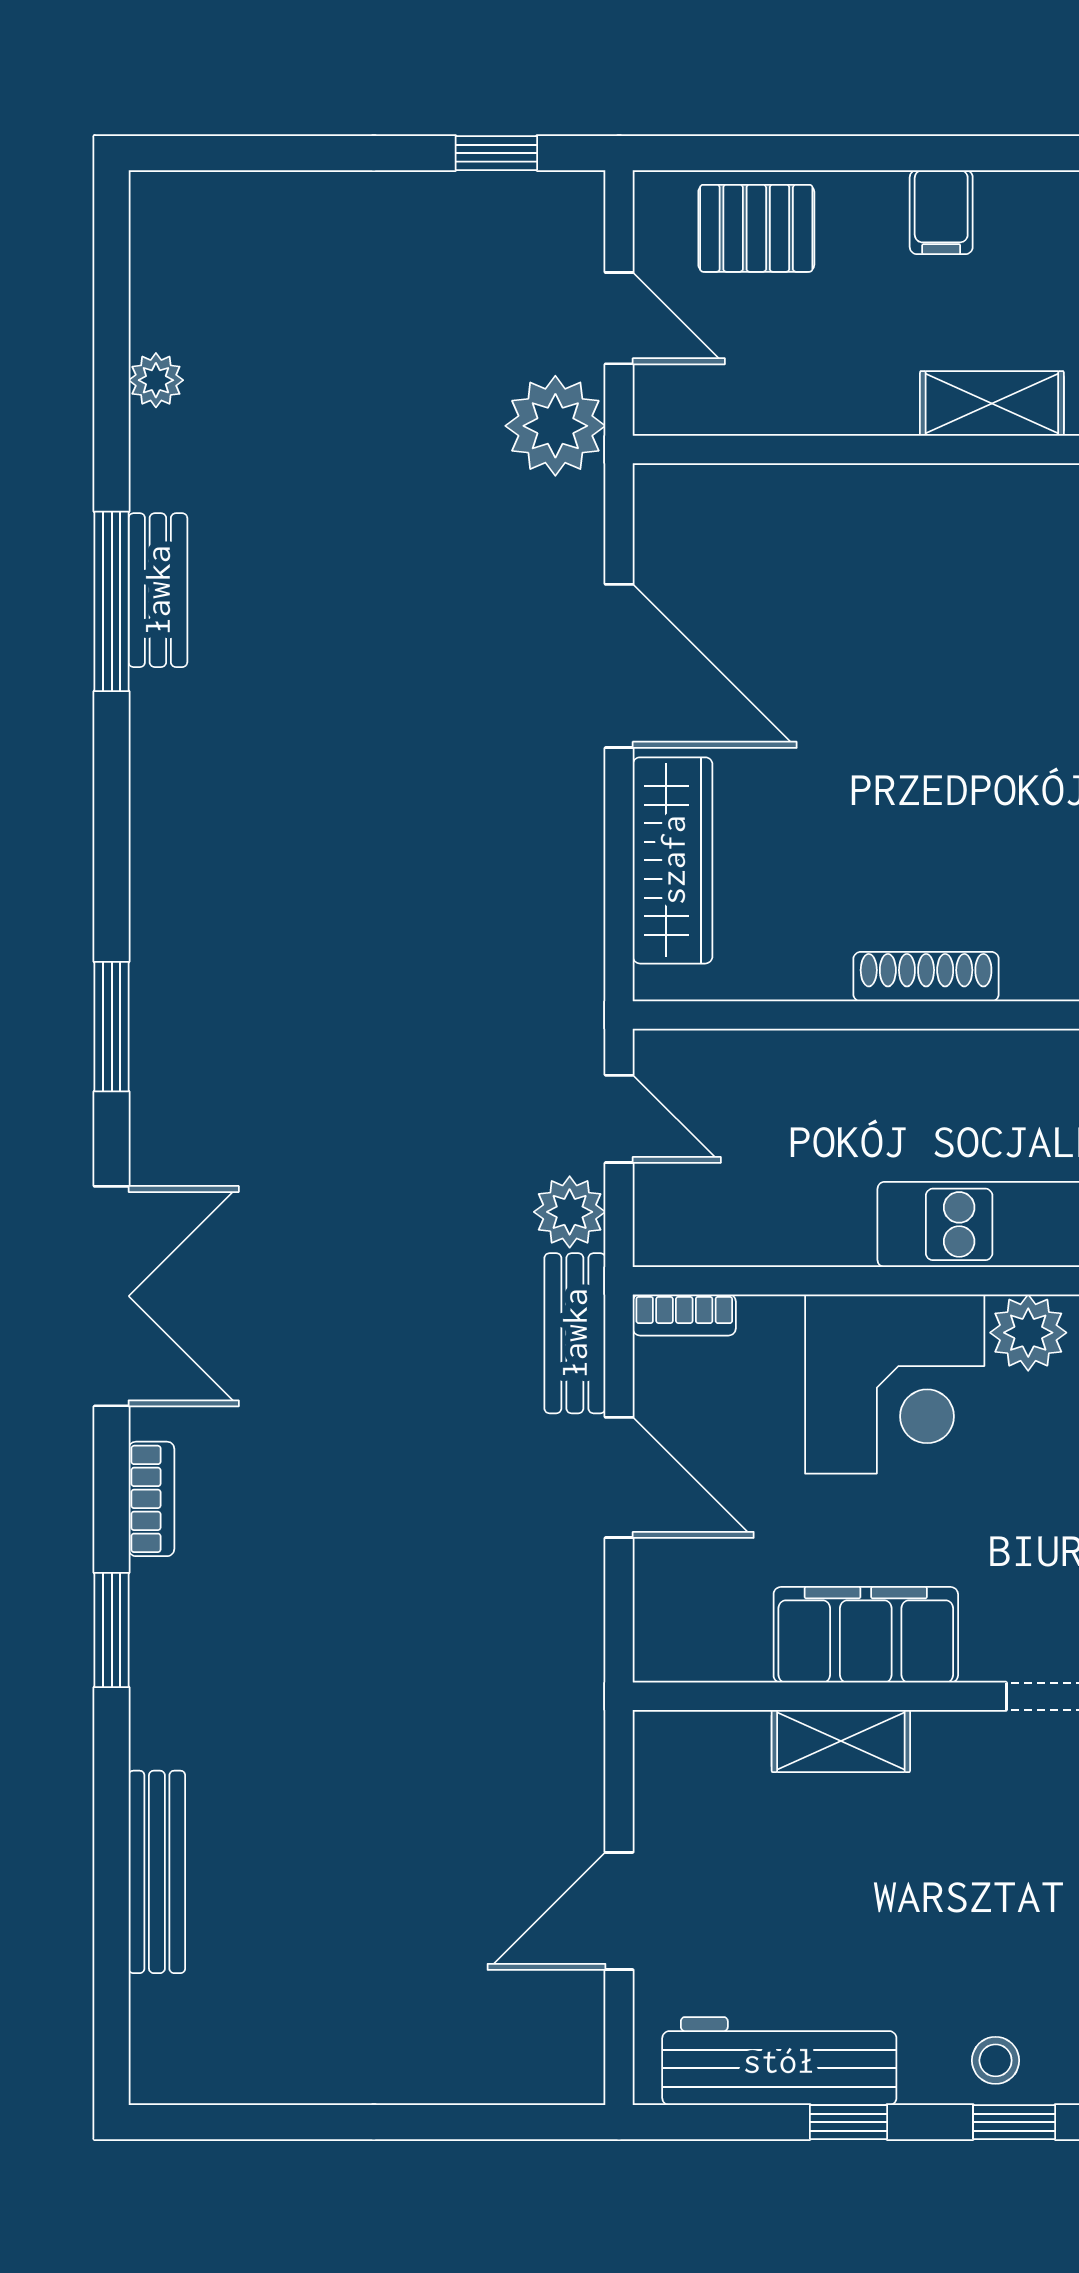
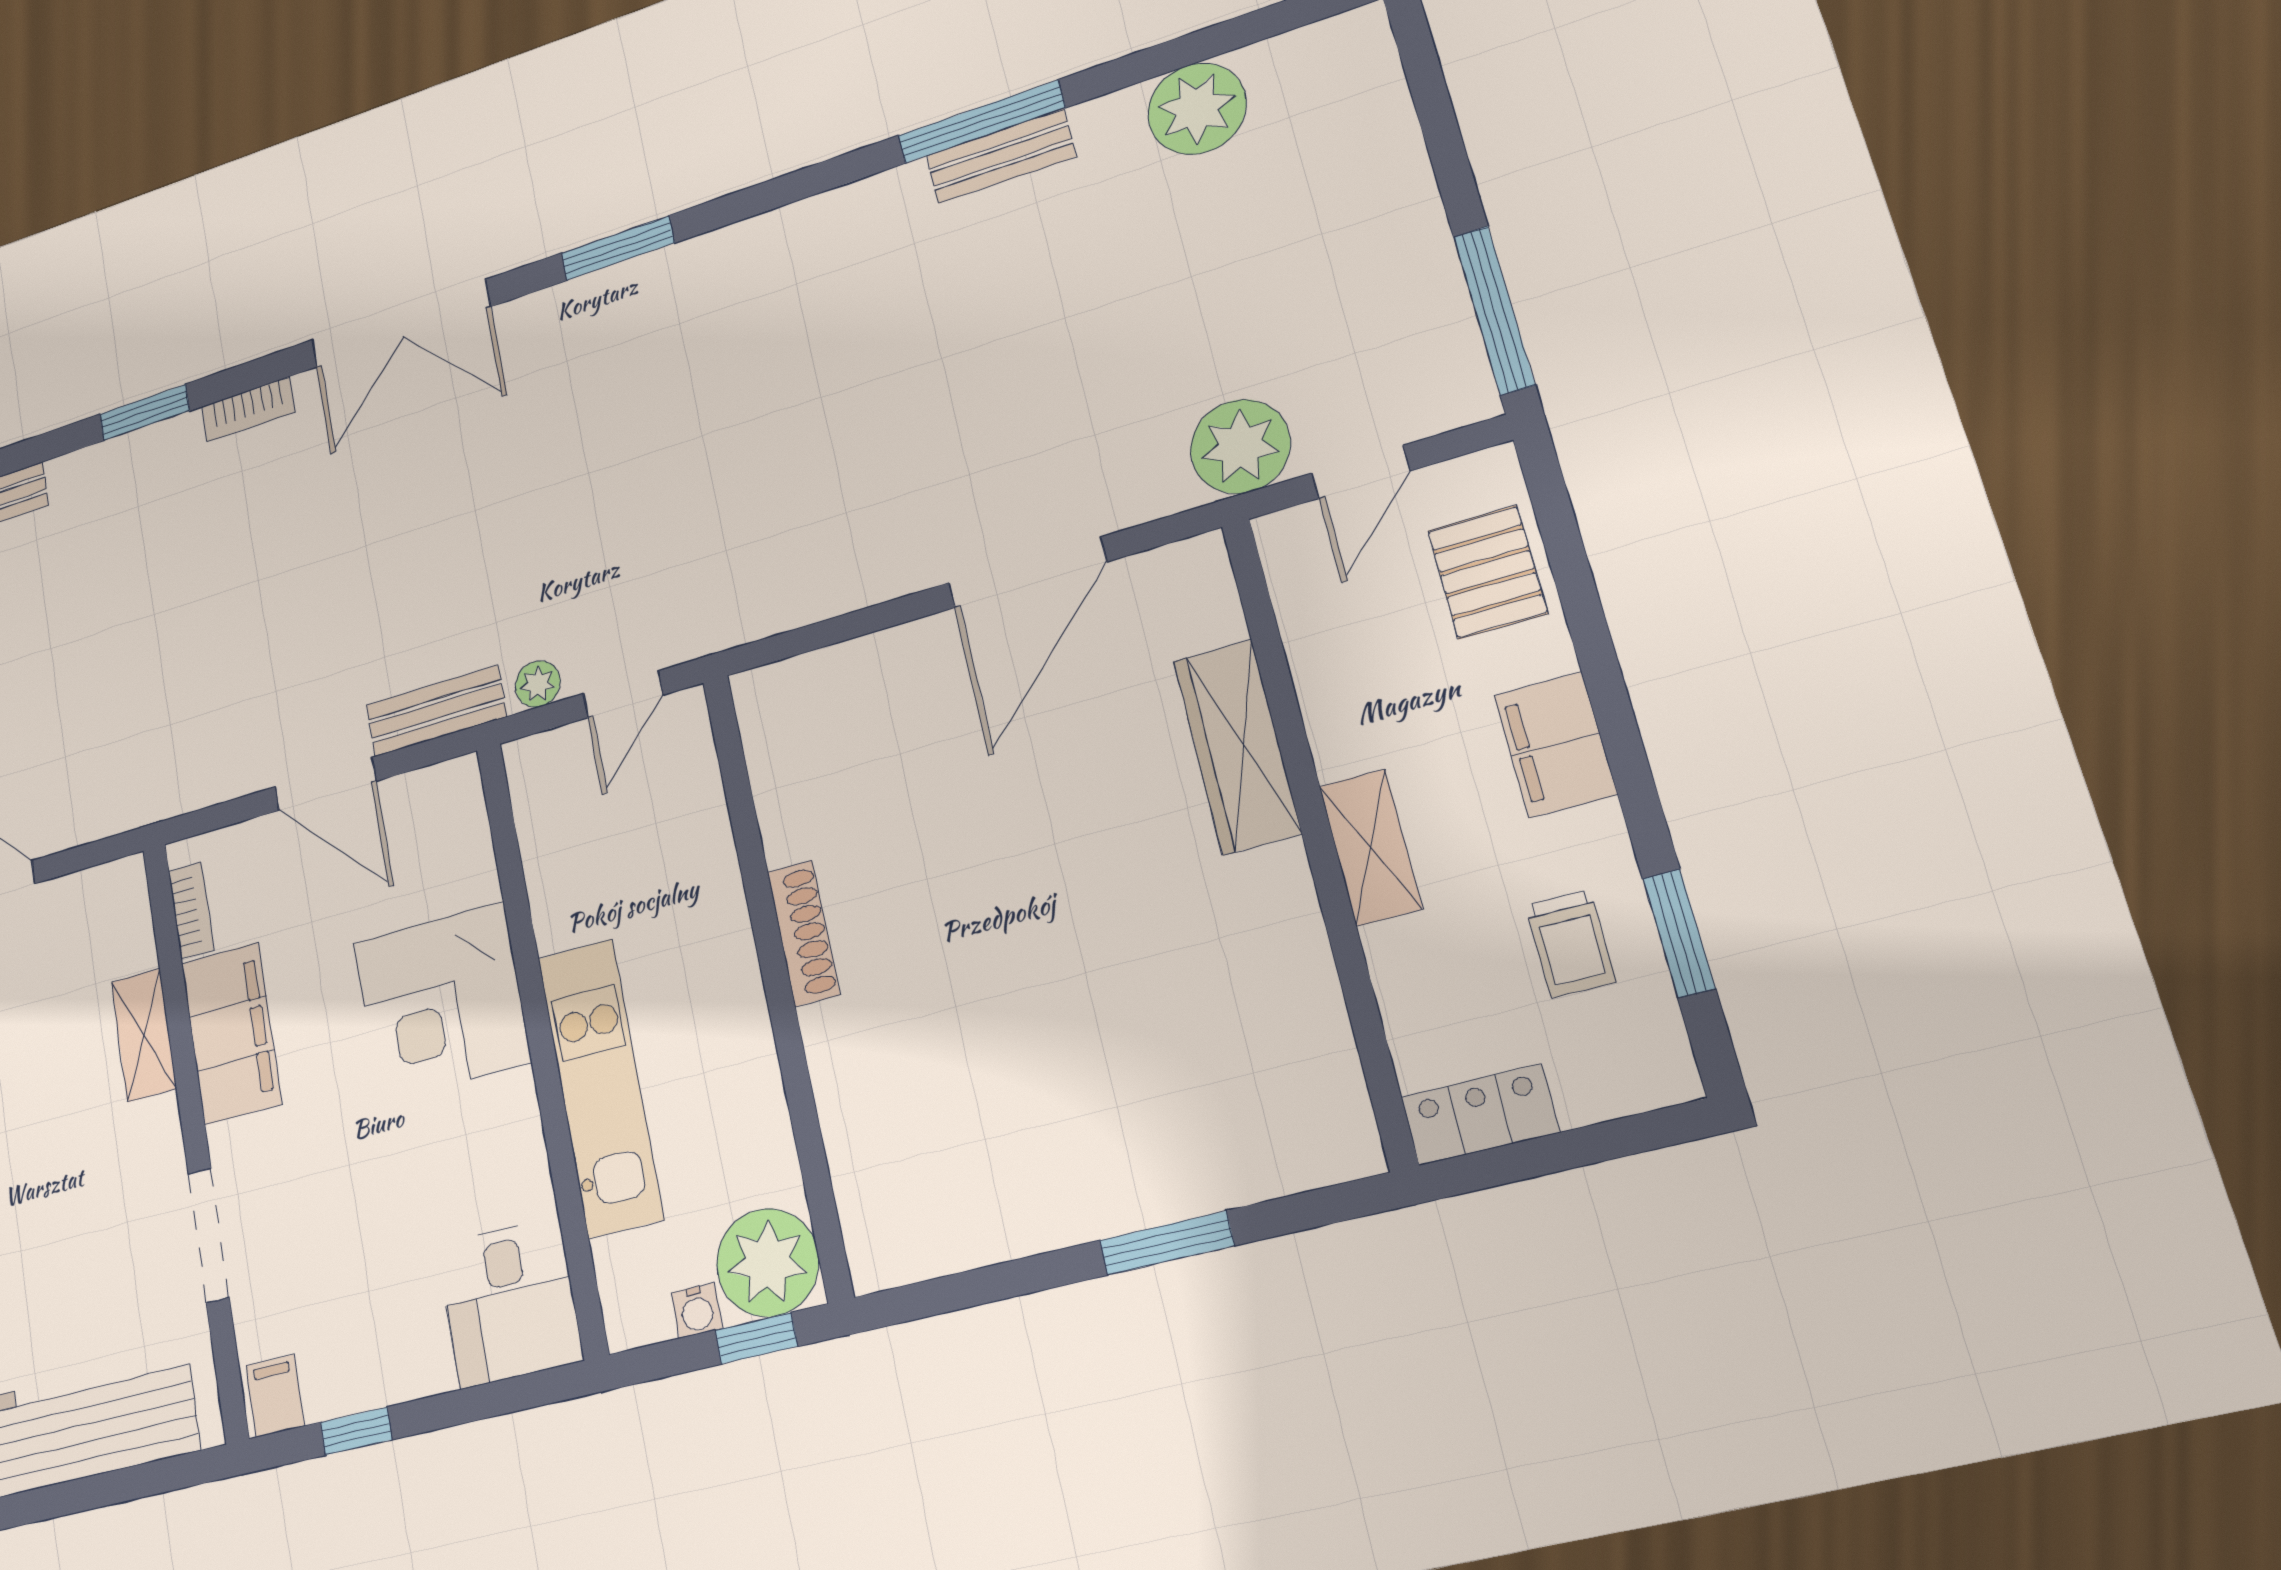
window: (496, 153) -> (1494, 310), width x2.17
filing cabinet: (941, 212) -> (1555, 745), width x2.00
plant: (156, 380) -> (1197, 109), width x1.87, depth x1.87
wardrobe: (673, 860) -> (1237, 747), moved, turned 90
plant: (570, 1212) -> (538, 684), width x0.73, depth x0.73
bookcase: (684, 1315) -> (191, 910), moved, turned 180
plant: (1028, 1333) -> (506, 1111), removed
door: (619, 1477) -> (325, 784), hinge flipped

